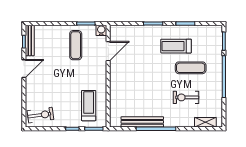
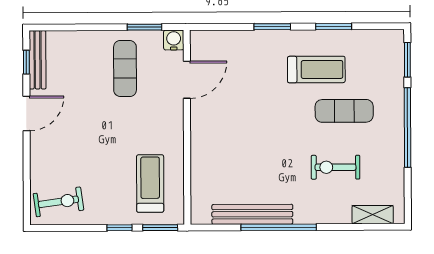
treadmill: (176, 46) -> (316, 70), turned 180

